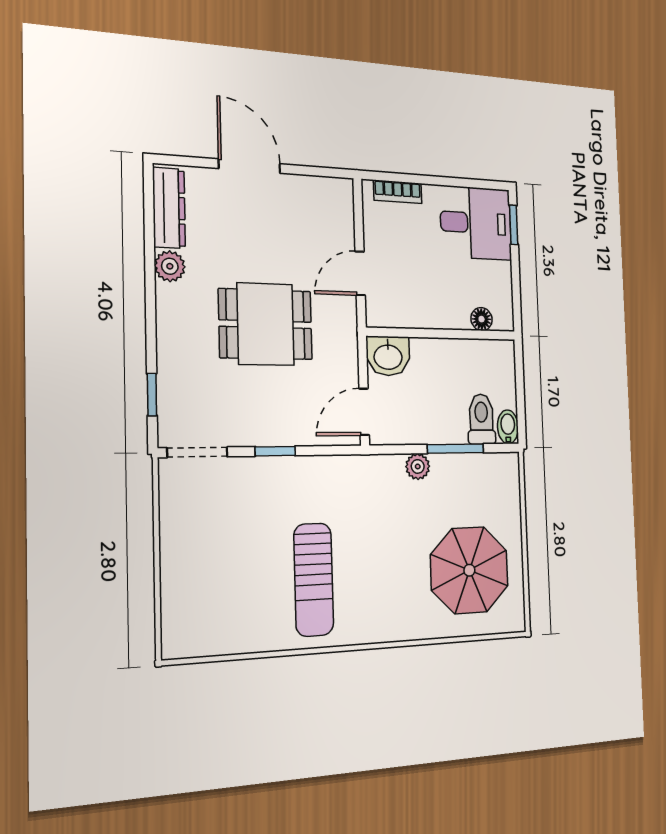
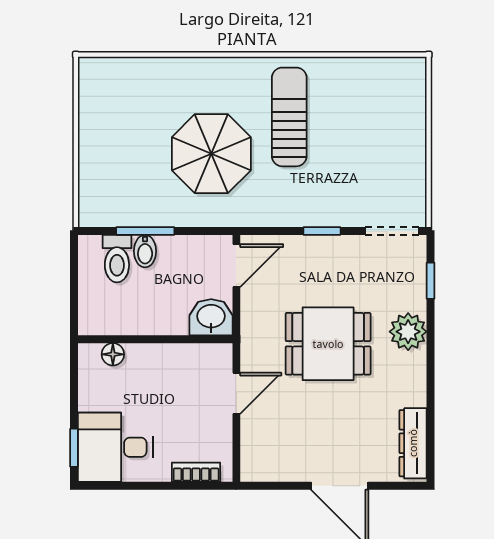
plant: (170, 266) -> (408, 332), moved, width x1.38, depth x1.38
bidet: (508, 427) -> (145, 251), moved
plant: (418, 466) -> (185, 215), removed
parasol: (469, 570) -> (211, 154), moved

